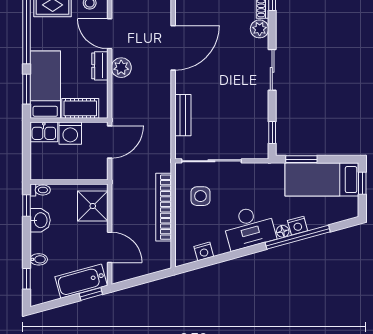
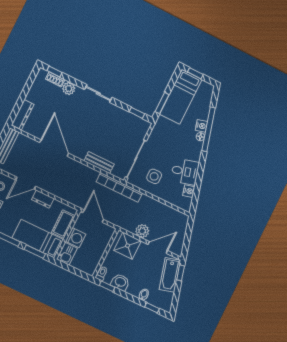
plant: (121, 68) -> (142, 231), moved
bookcase: (164, 207) -> (119, 187), moved
desk: (249, 227) -> (185, 172), moved, width x0.73

